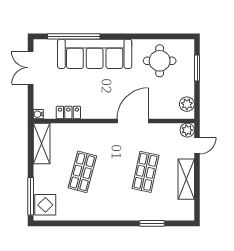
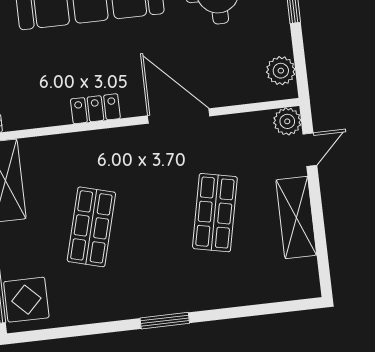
locker: (68, 113) -> (95, 109), moved
door: (133, 121) -> (179, 116), hinge flipped
window: (152, 223) -> (165, 321), moved

